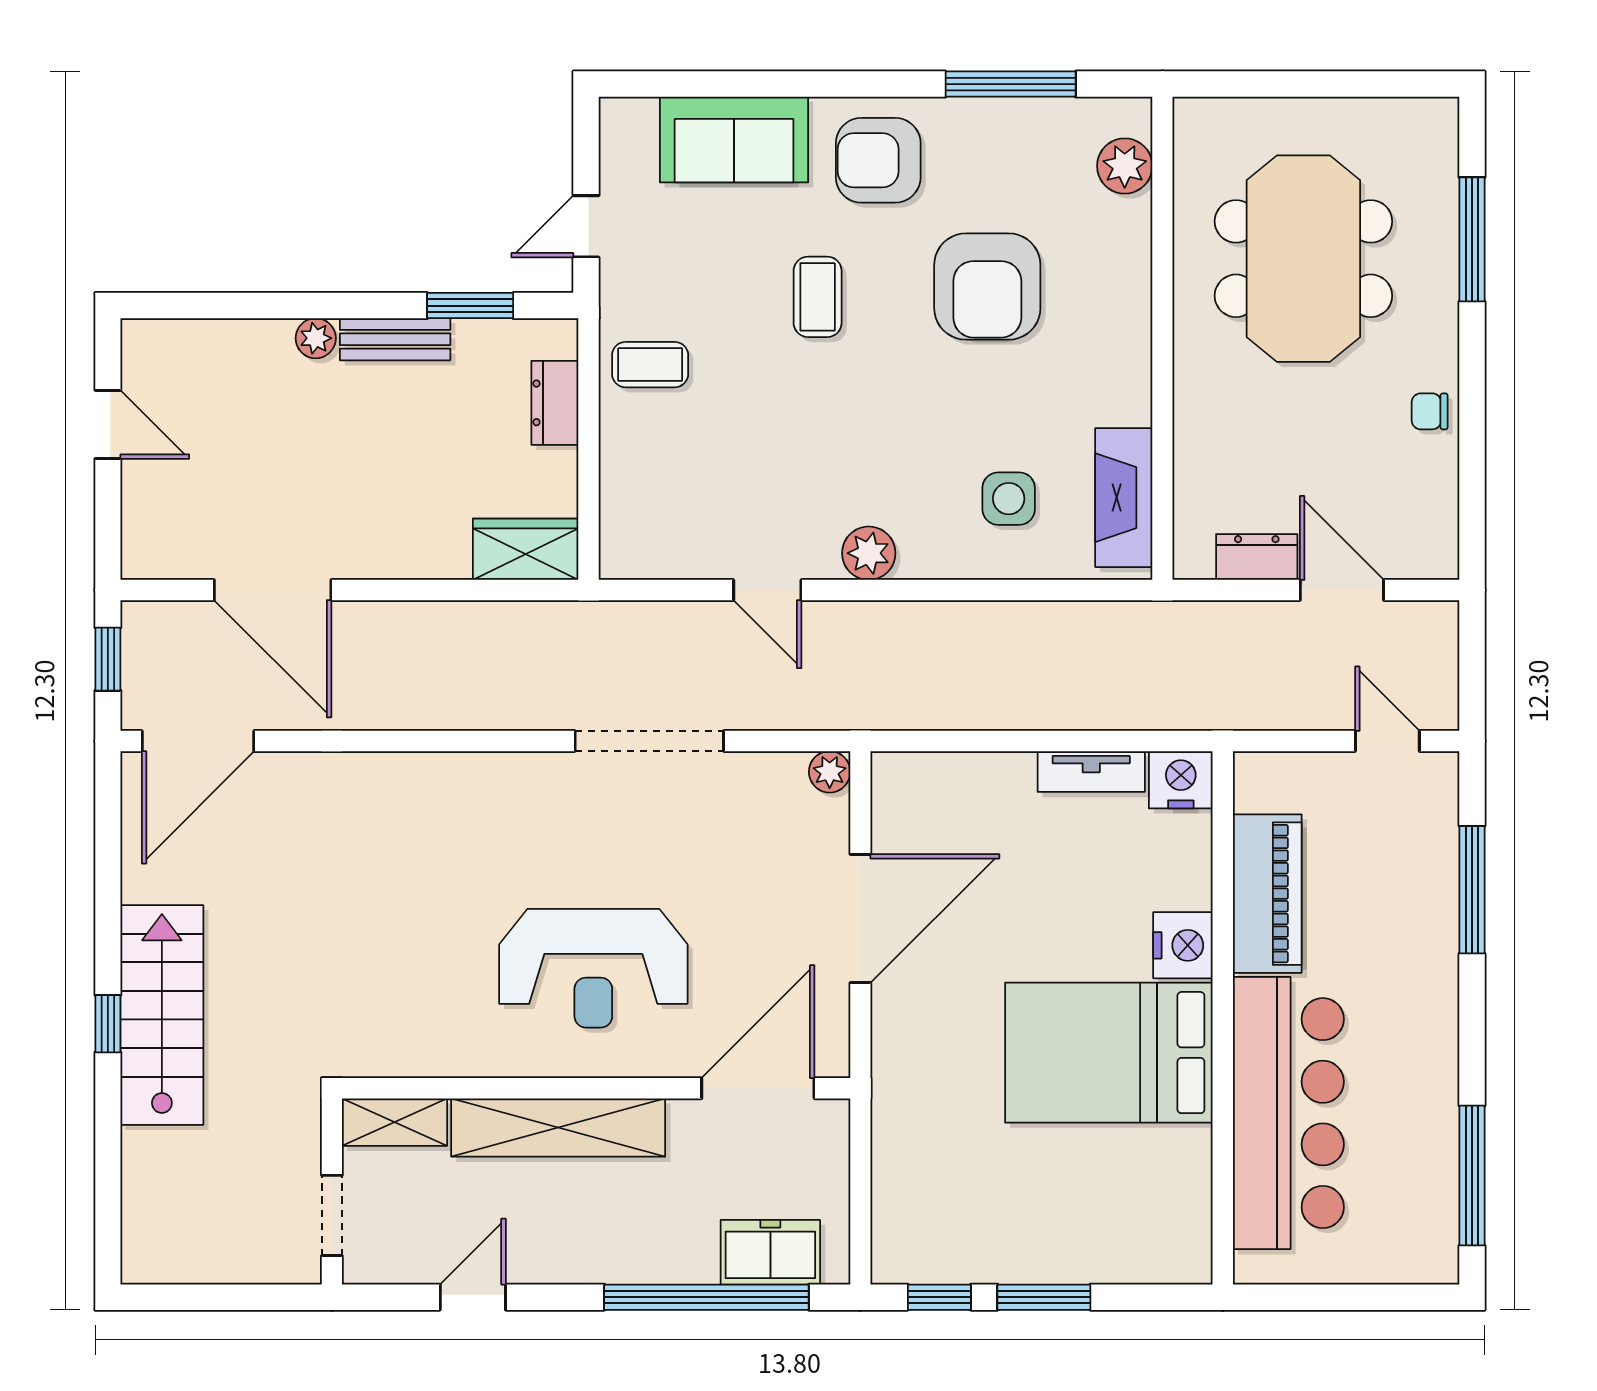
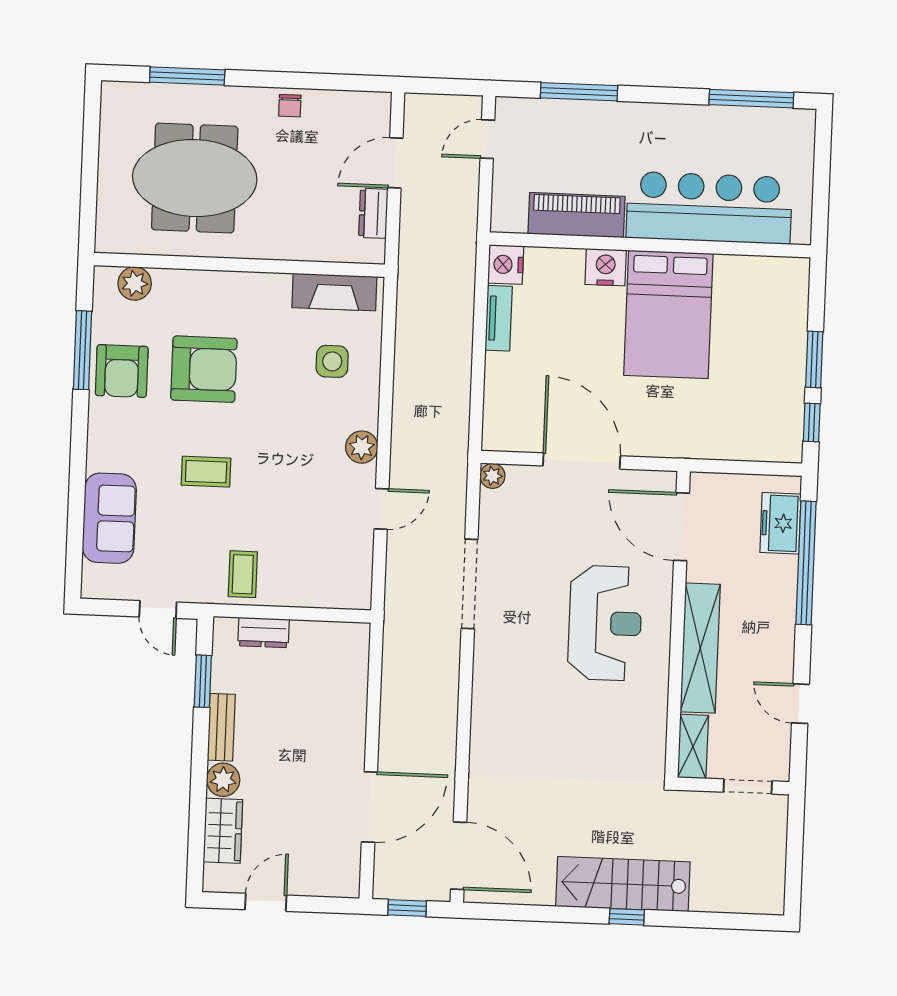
armchair: (878, 160) -> (122, 371), moved
plant: (316, 338) -> (223, 780), width x1.38, depth x1.38
wardrobe: (526, 549) -> (223, 831), moved, turned 180

